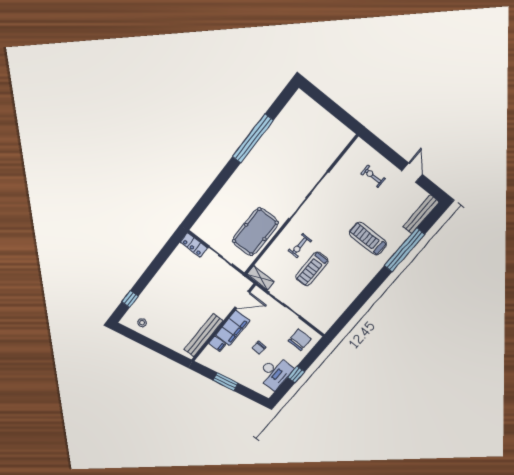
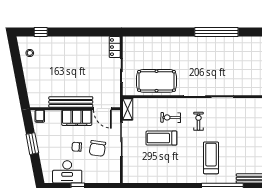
exercise bike: (373, 176) -> (198, 121), moved
bench: (203, 335) -> (71, 102), moved
chair: (300, 340) -> (97, 148), moved, turned 98
filing cabinet: (217, 344) -> (40, 116), moved

